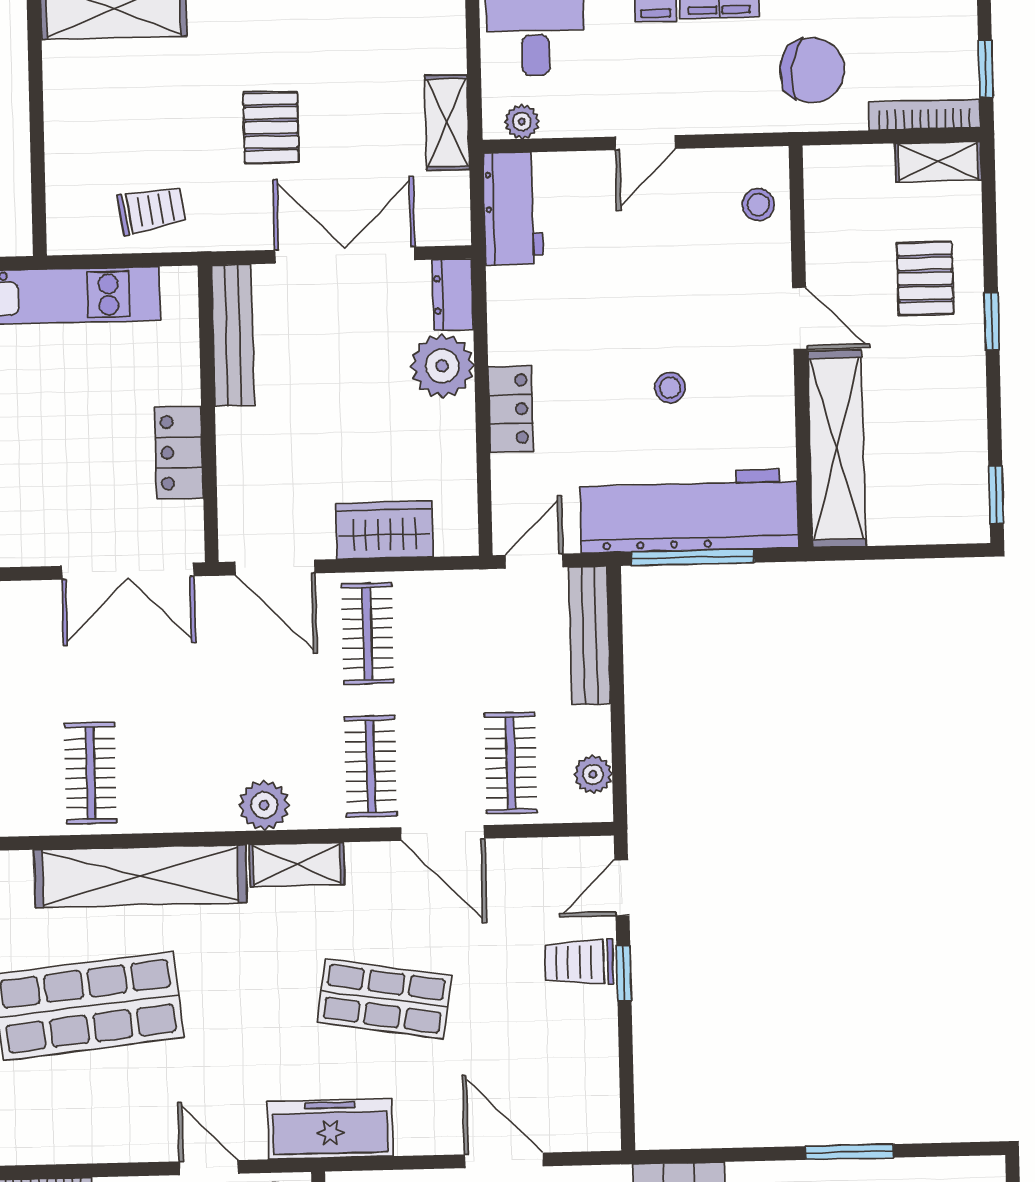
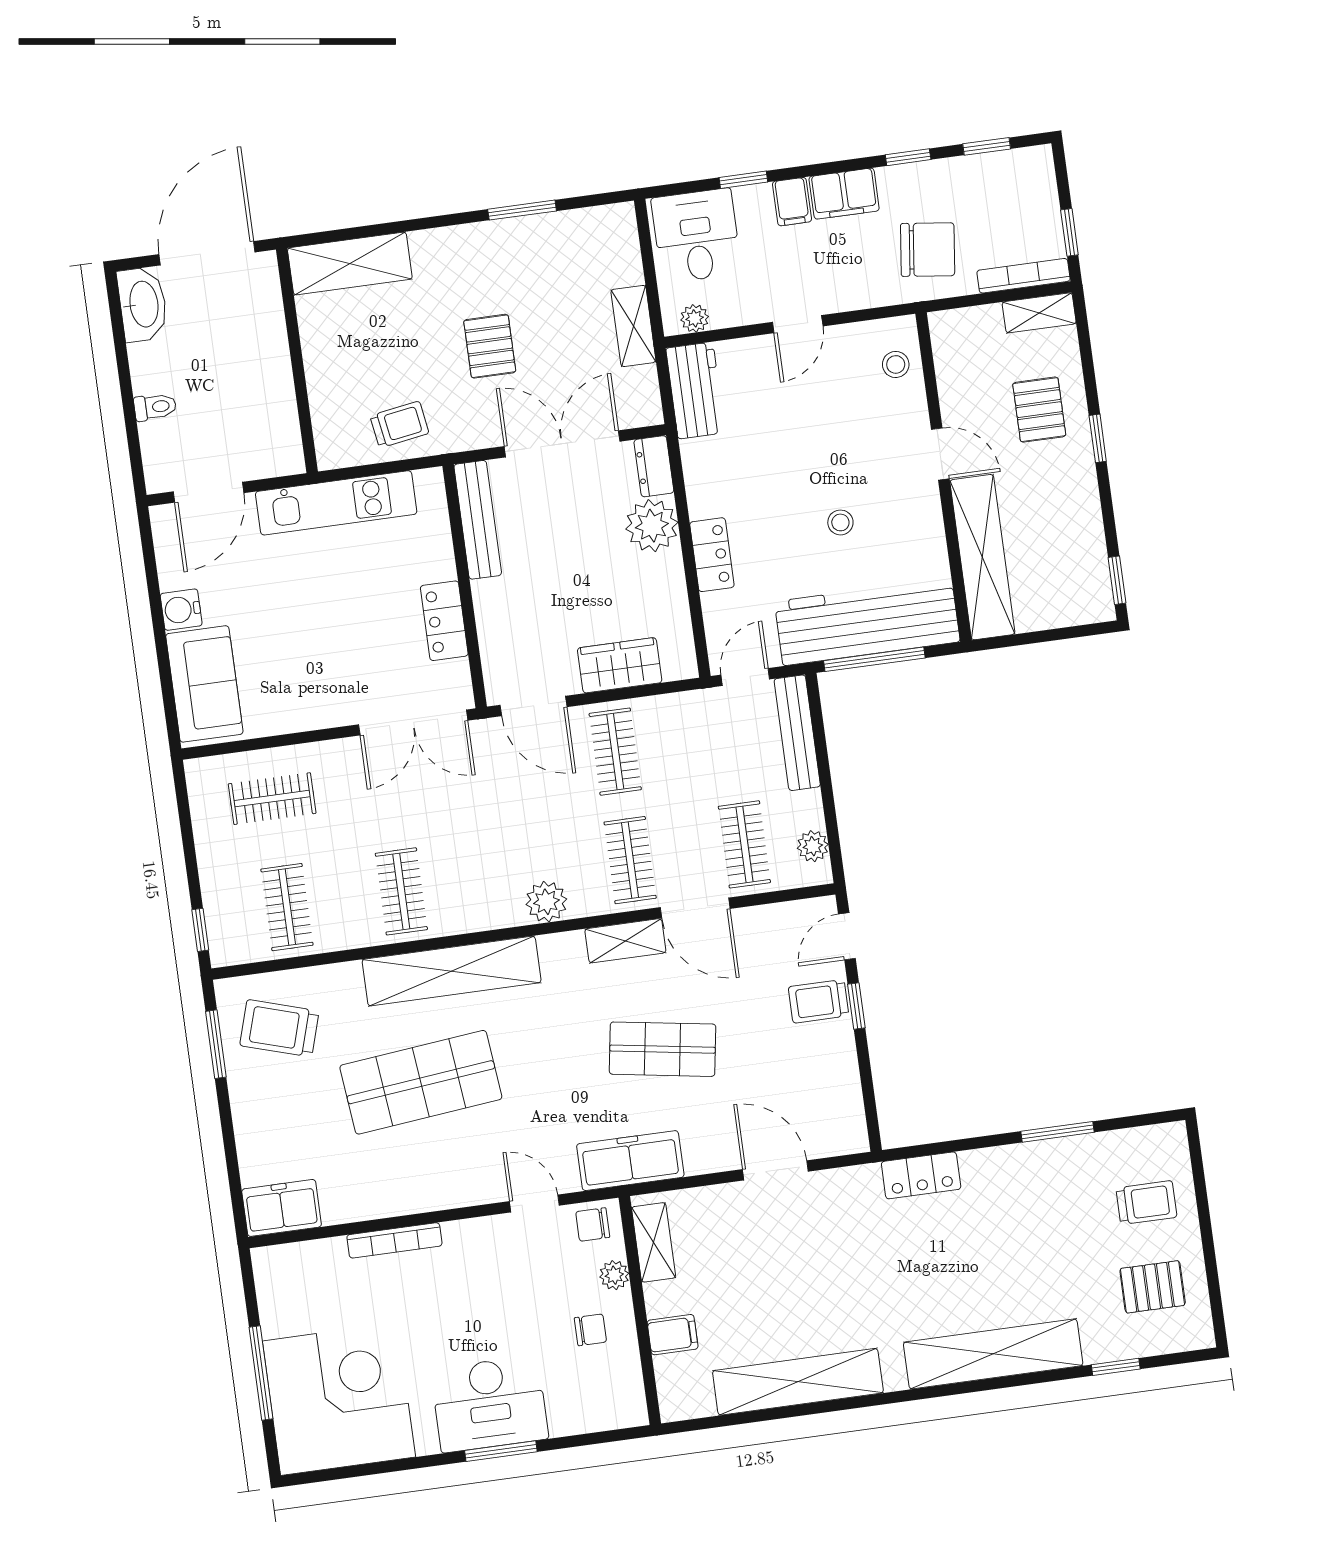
shelving: (297, 865) -> (625, 941), moved

